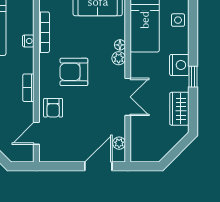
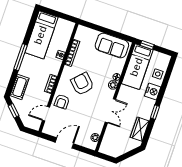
nightstand: (179, 65) -> (153, 91), moved
armchair: (74, 72) -> (82, 84), turned 44
door: (98, 166) -> (64, 143), moved

